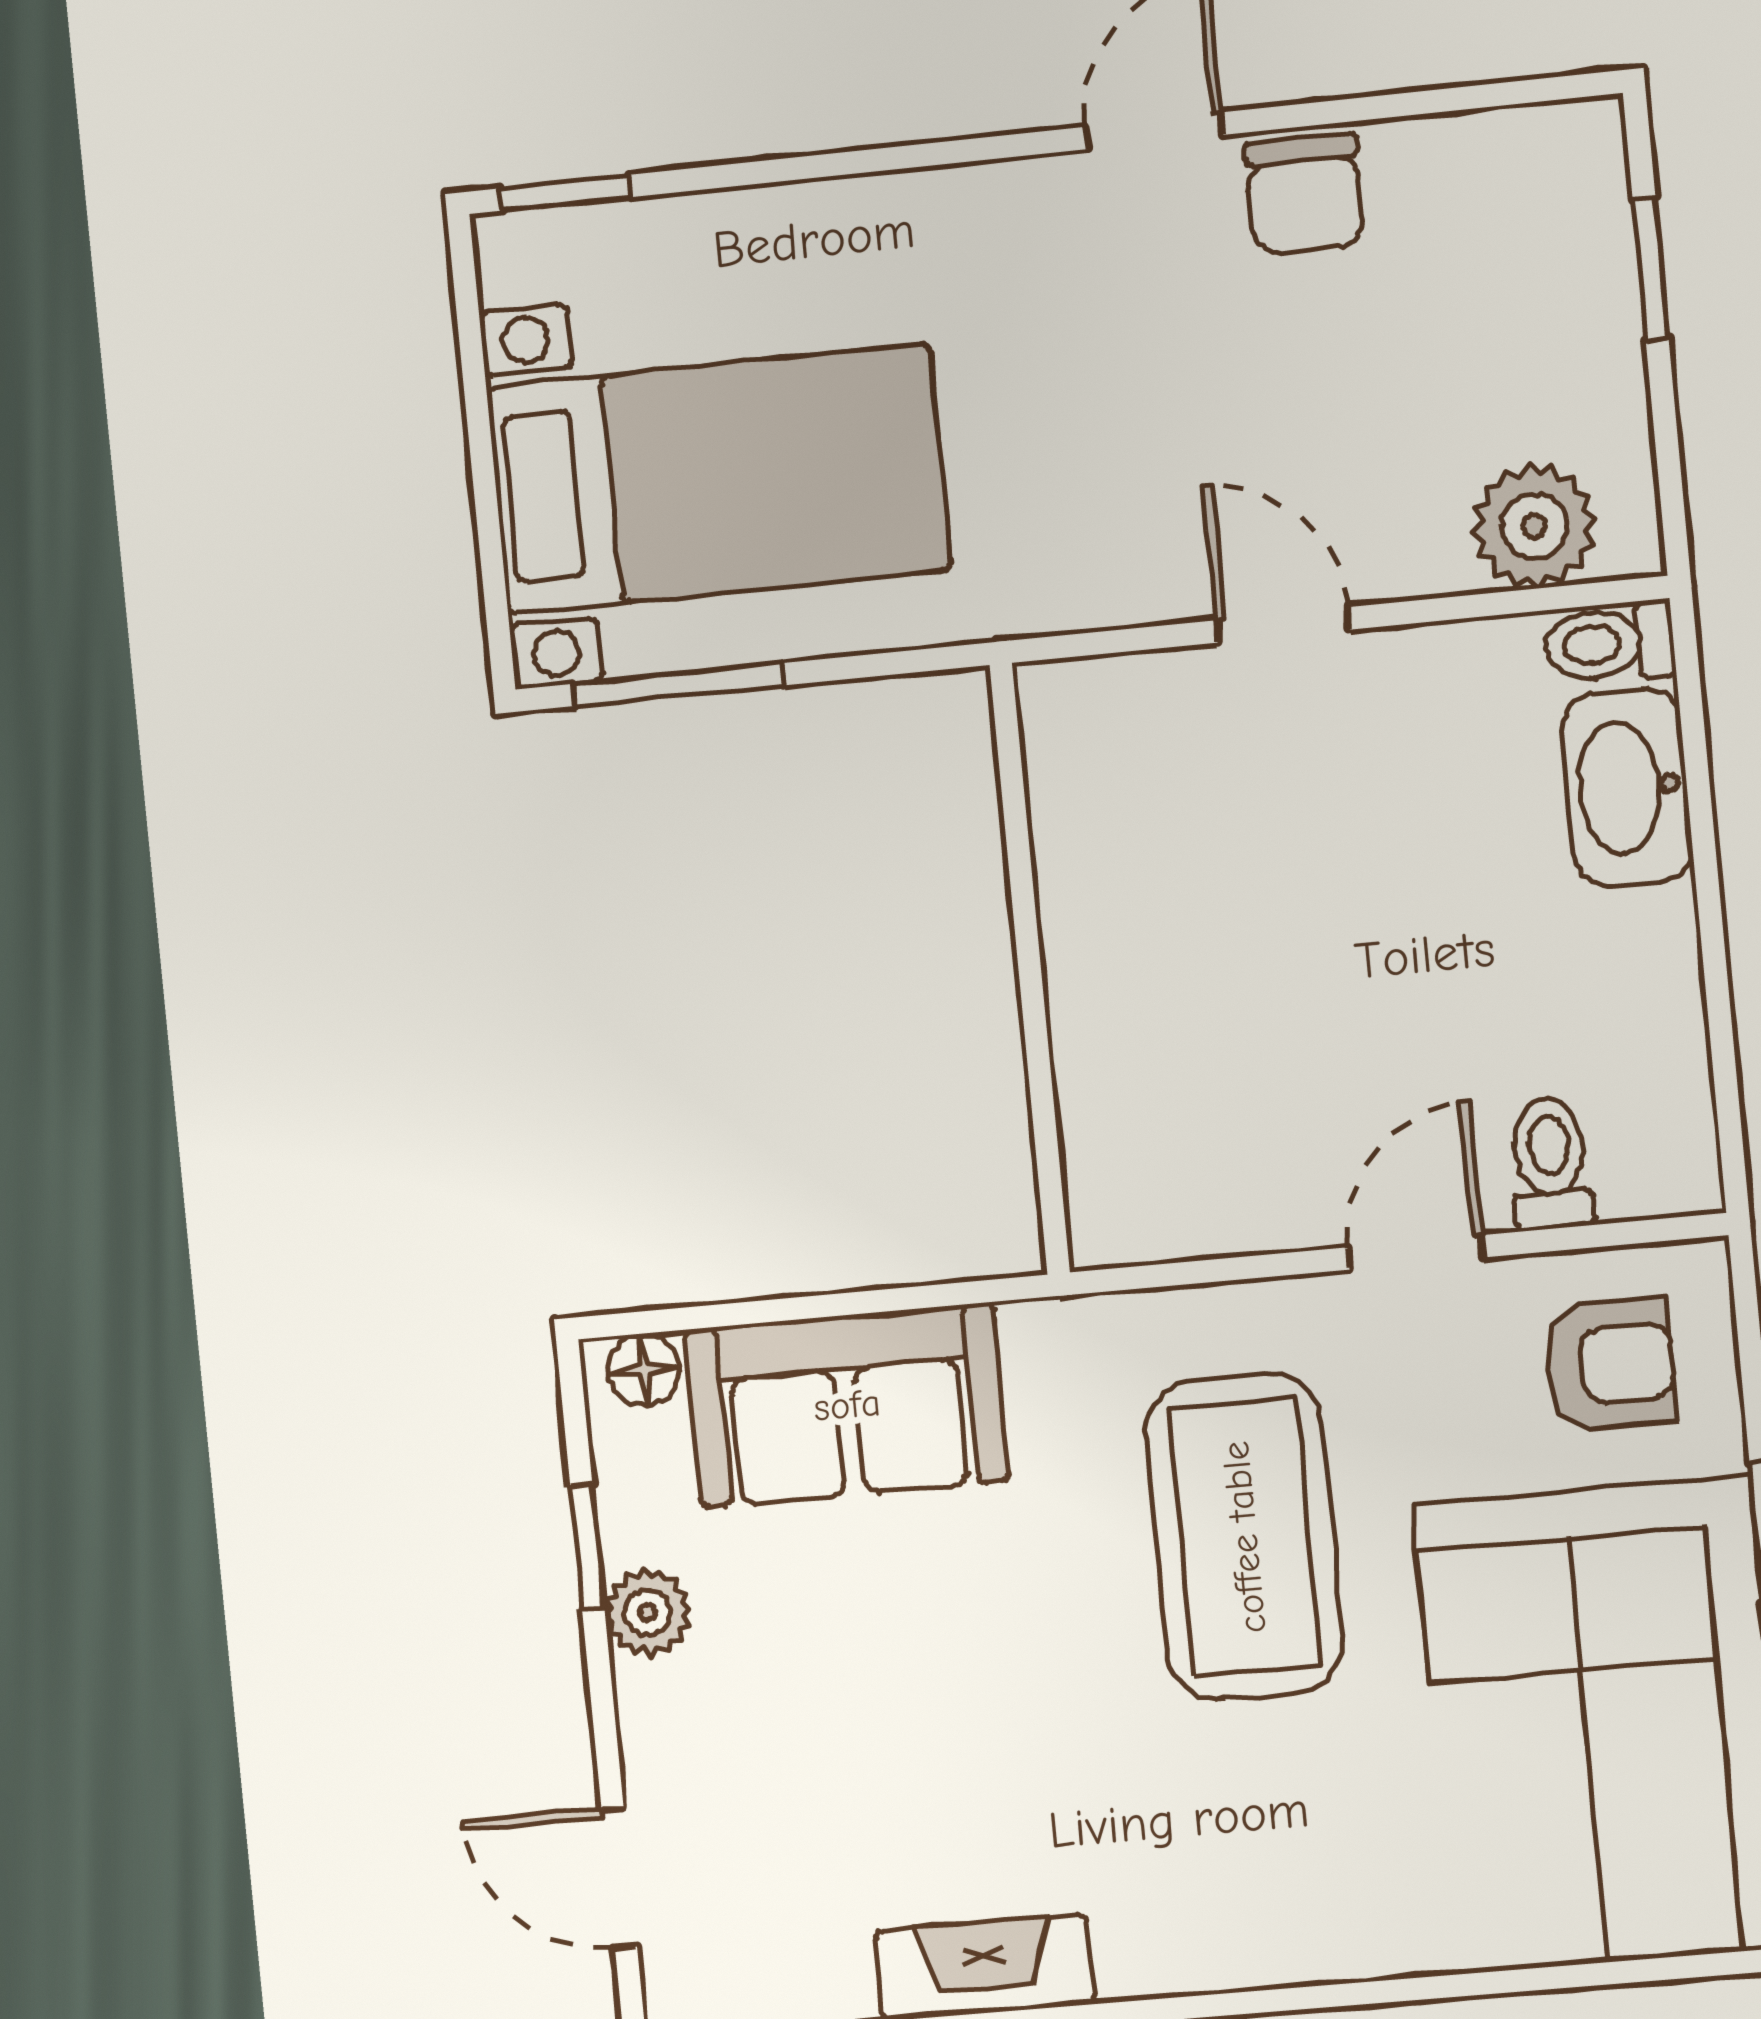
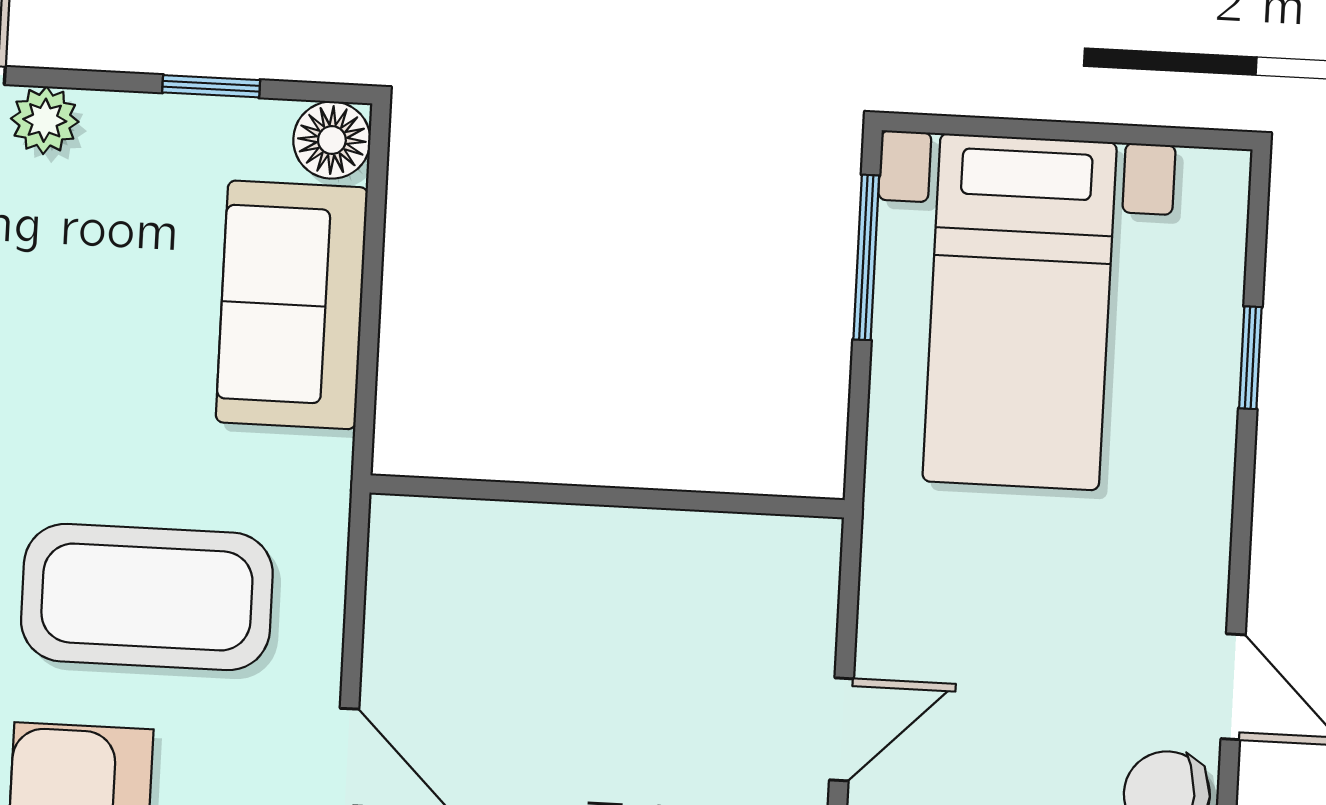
window: (565, 193) -> (1250, 358), moved
floor lamp: (644, 1370) -> (332, 140), width x1.37, depth x1.37
plant: (648, 1613) -> (45, 120), moved

